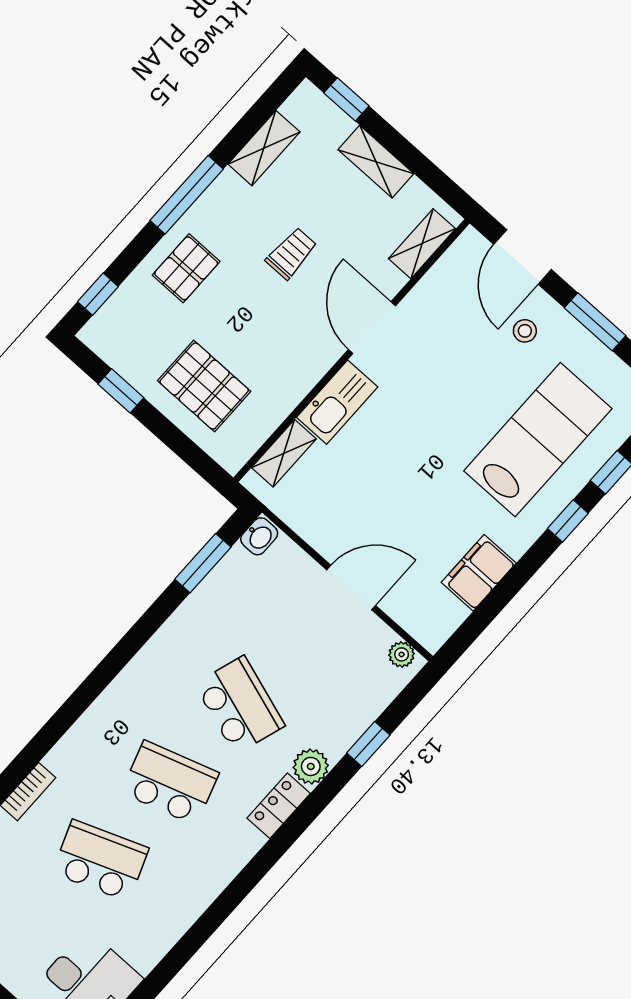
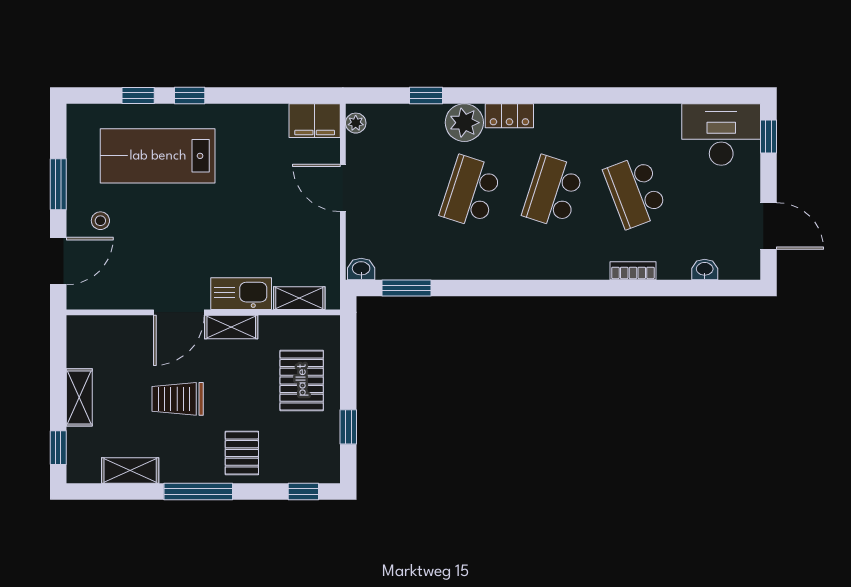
shelving: (422, 244) -> (231, 327), moved
trolley: (291, 253) -> (178, 399), width x1.36, depth x1.39
pallet: (186, 268) -> (242, 453), turned 90
filing cabinet: (479, 573) -> (315, 121), moved
plant: (311, 766) -> (464, 123), width x1.36, depth x1.36
school desk: (170, 783) -> (553, 192), turned 36

